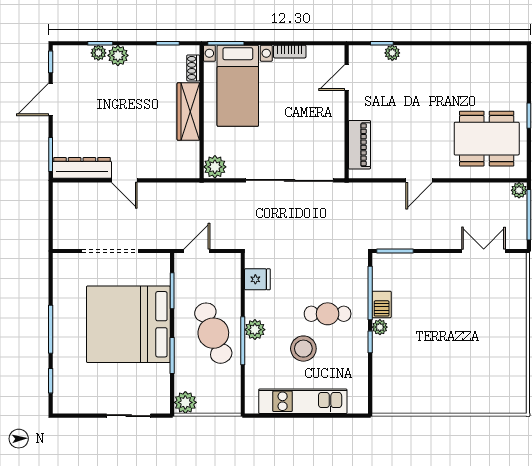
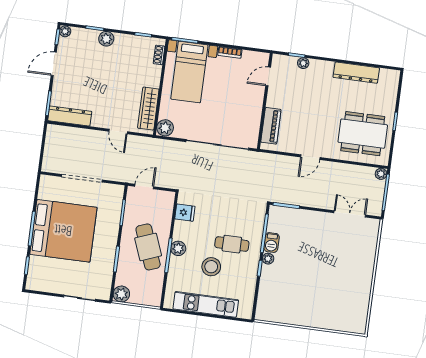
plant: (98, 53) -> (65, 31), moved
dresser: (467, 56) -> (356, 73), added
wardrobe: (188, 112) -> (148, 109), moved
door: (124, 180) -> (118, 132), moved
bed: (128, 324) -> (63, 231), moved, turned 180

